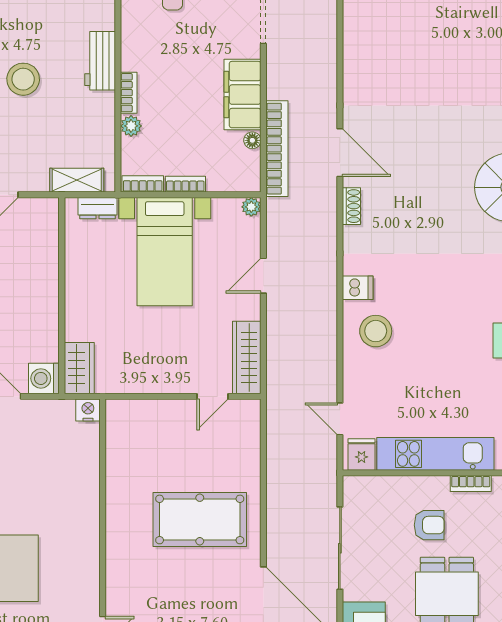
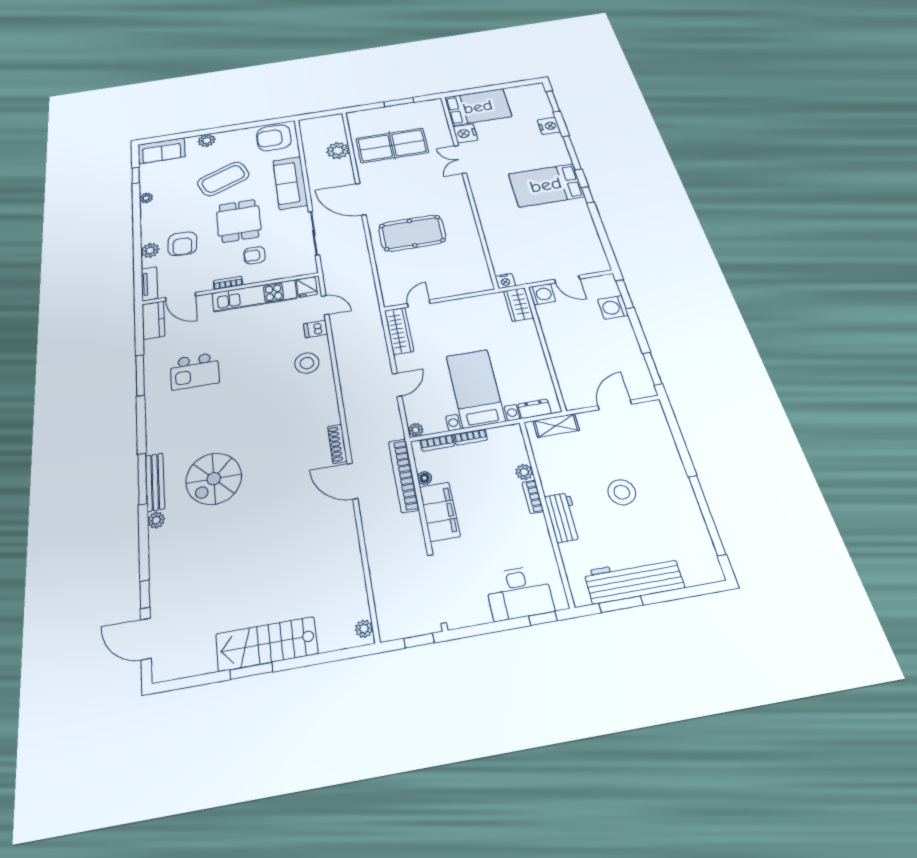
bookcase: (143, 184) -> (437, 443), moved
shoe rack: (351, 206) -> (337, 444), width x1.43
dishwasher: (358, 288) -> (316, 329), moved

